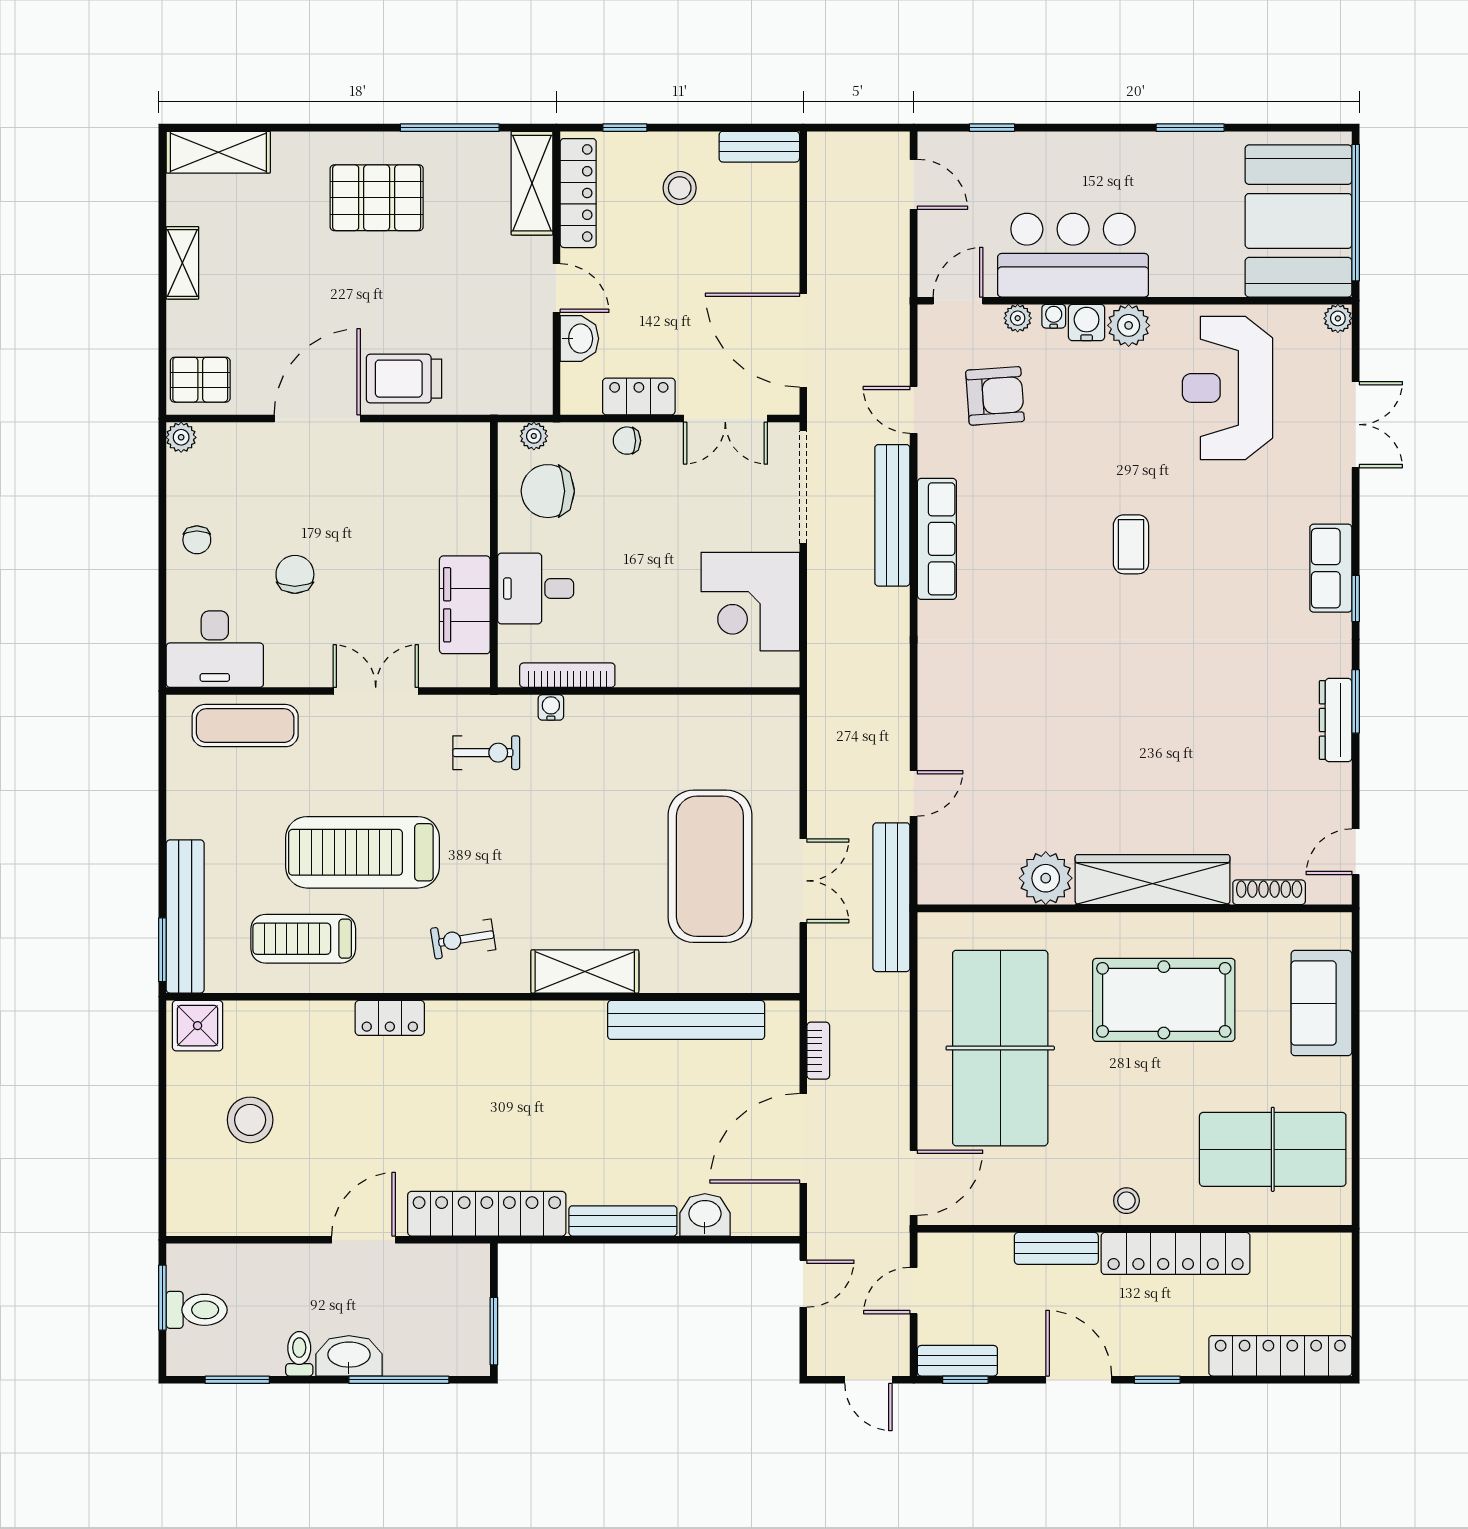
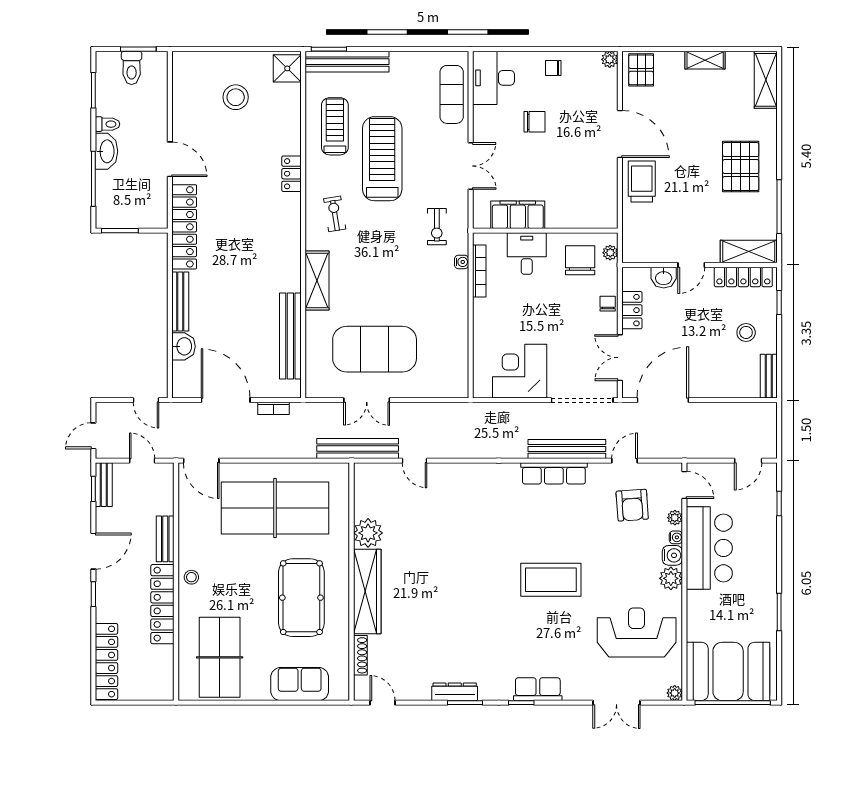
coffee table: (1131, 544) -> (551, 580), width x1.86, depth x1.72

